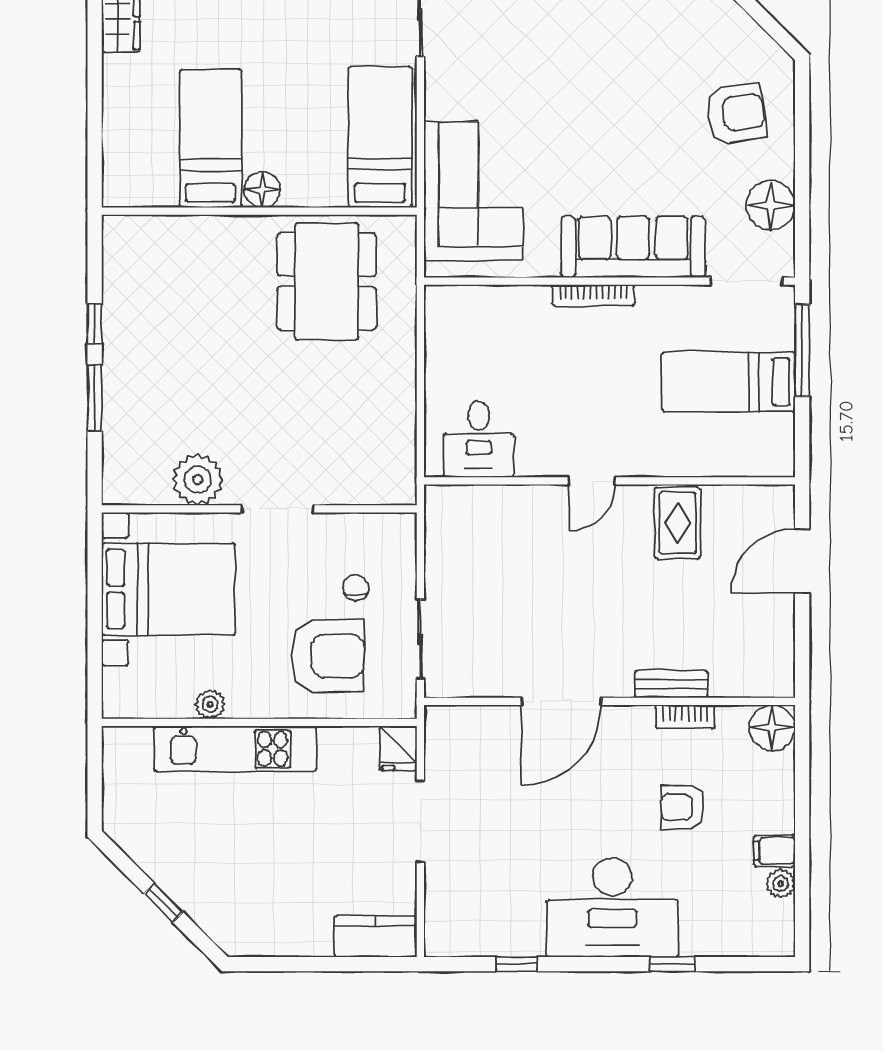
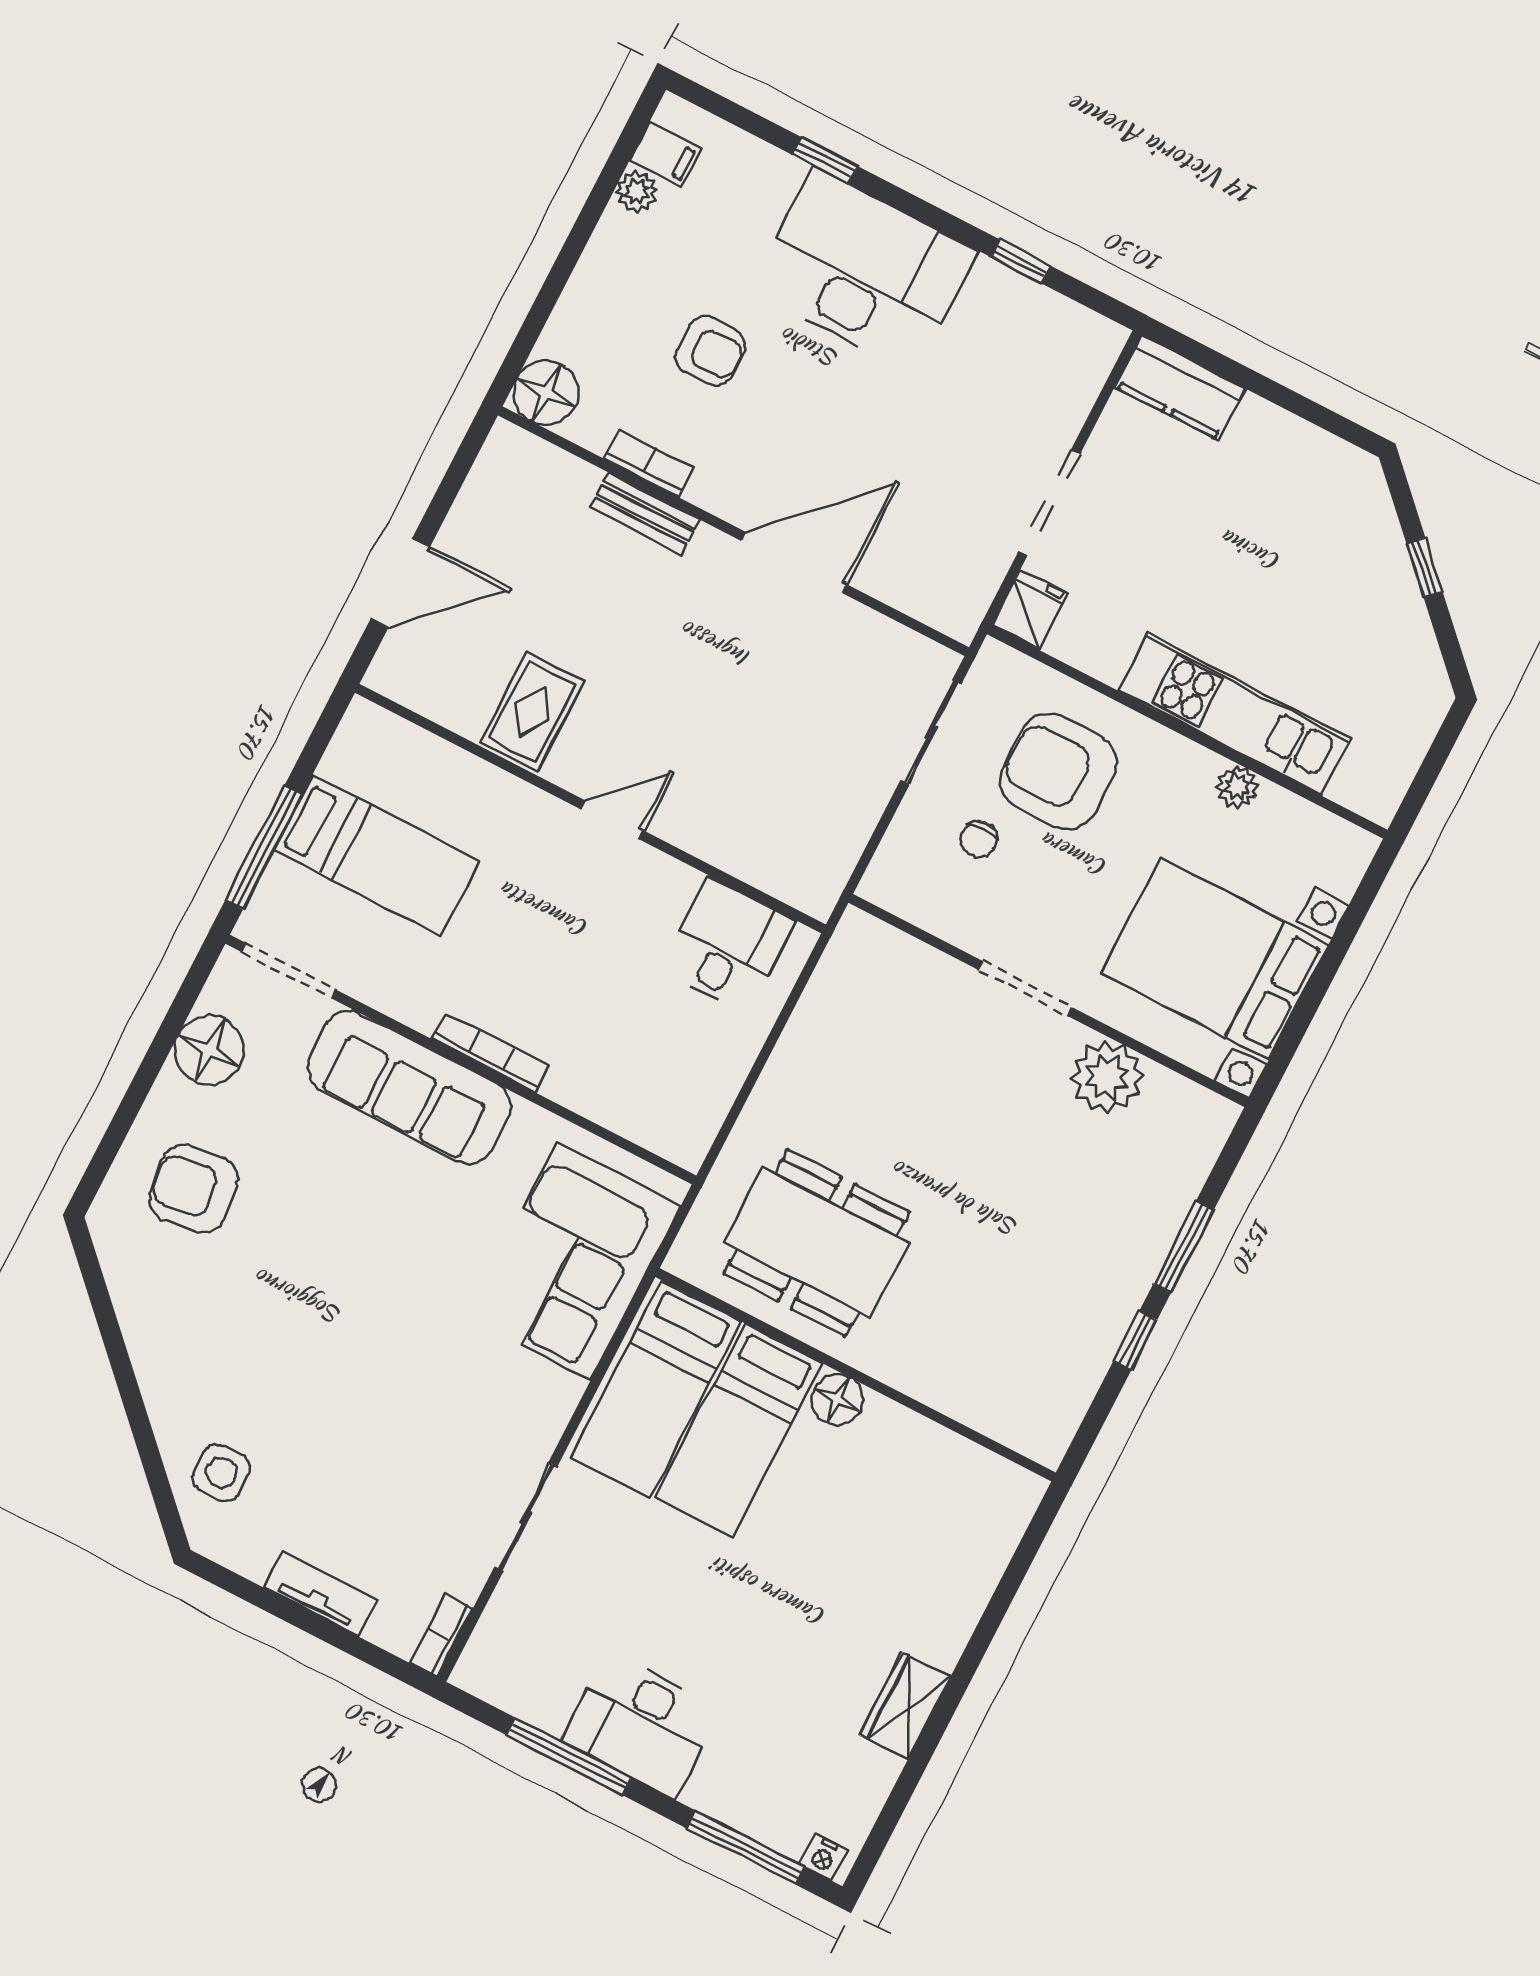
bed: (211, 138) -> (739, 1430), moved
dining table: (327, 281) -> (817, 1243), turned 90
filing cabinet: (774, 851) -> (666, 154), moved

